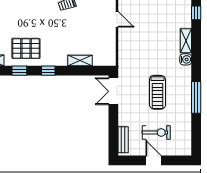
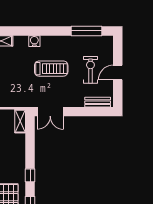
water cooler: (186, 59) -> (34, 41), moved
shelving: (80, 61) -> (20, 121), moved
window: (196, 97) -> (87, 31), moved

